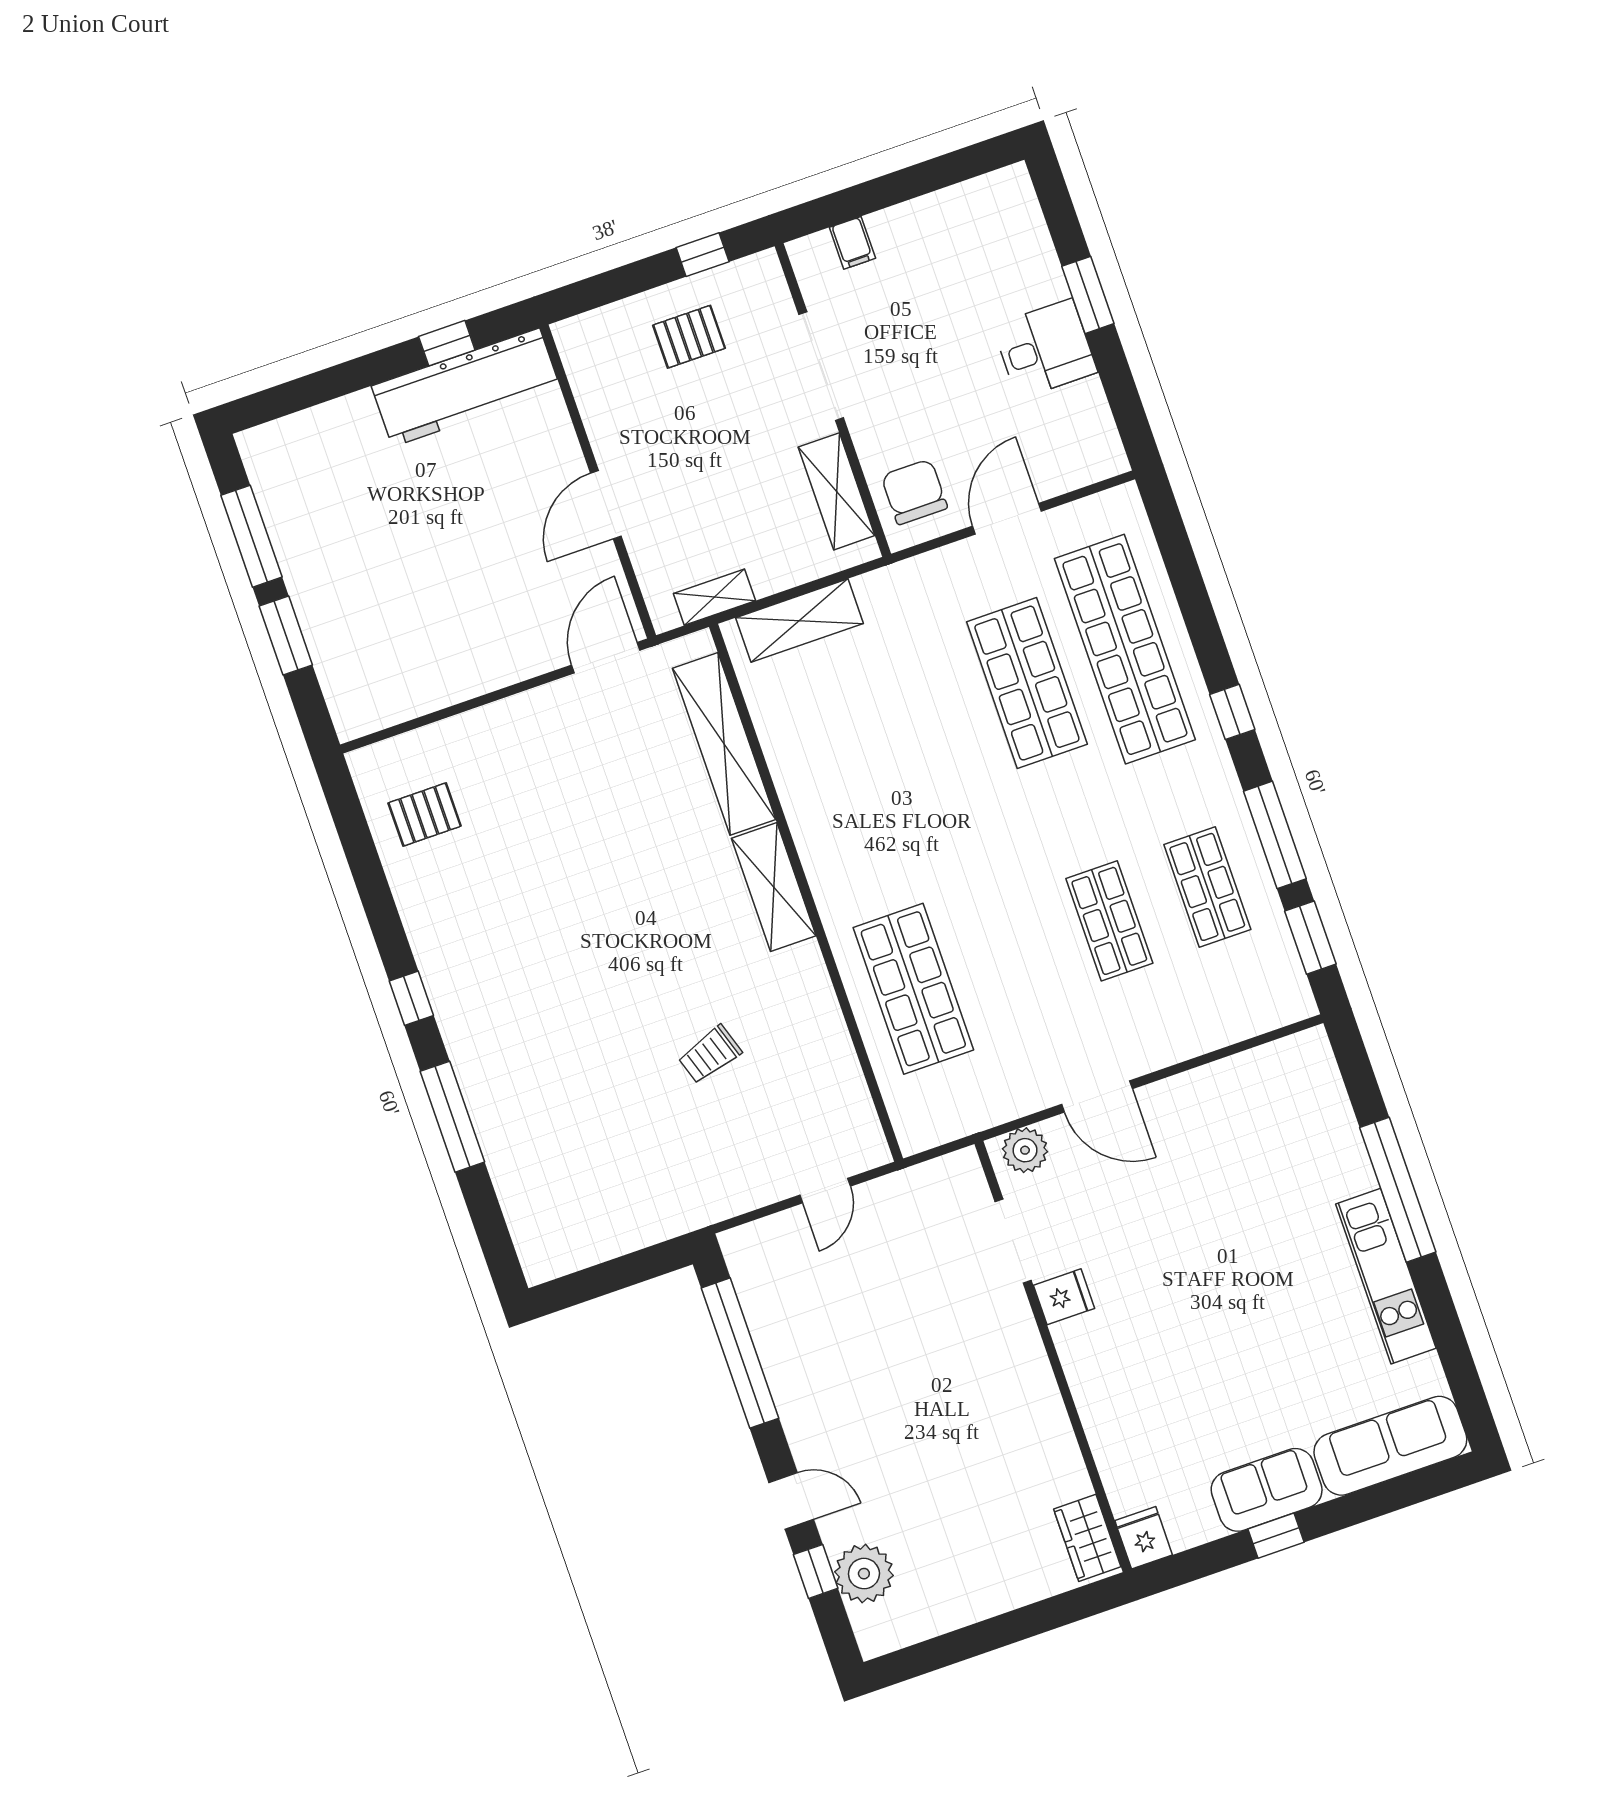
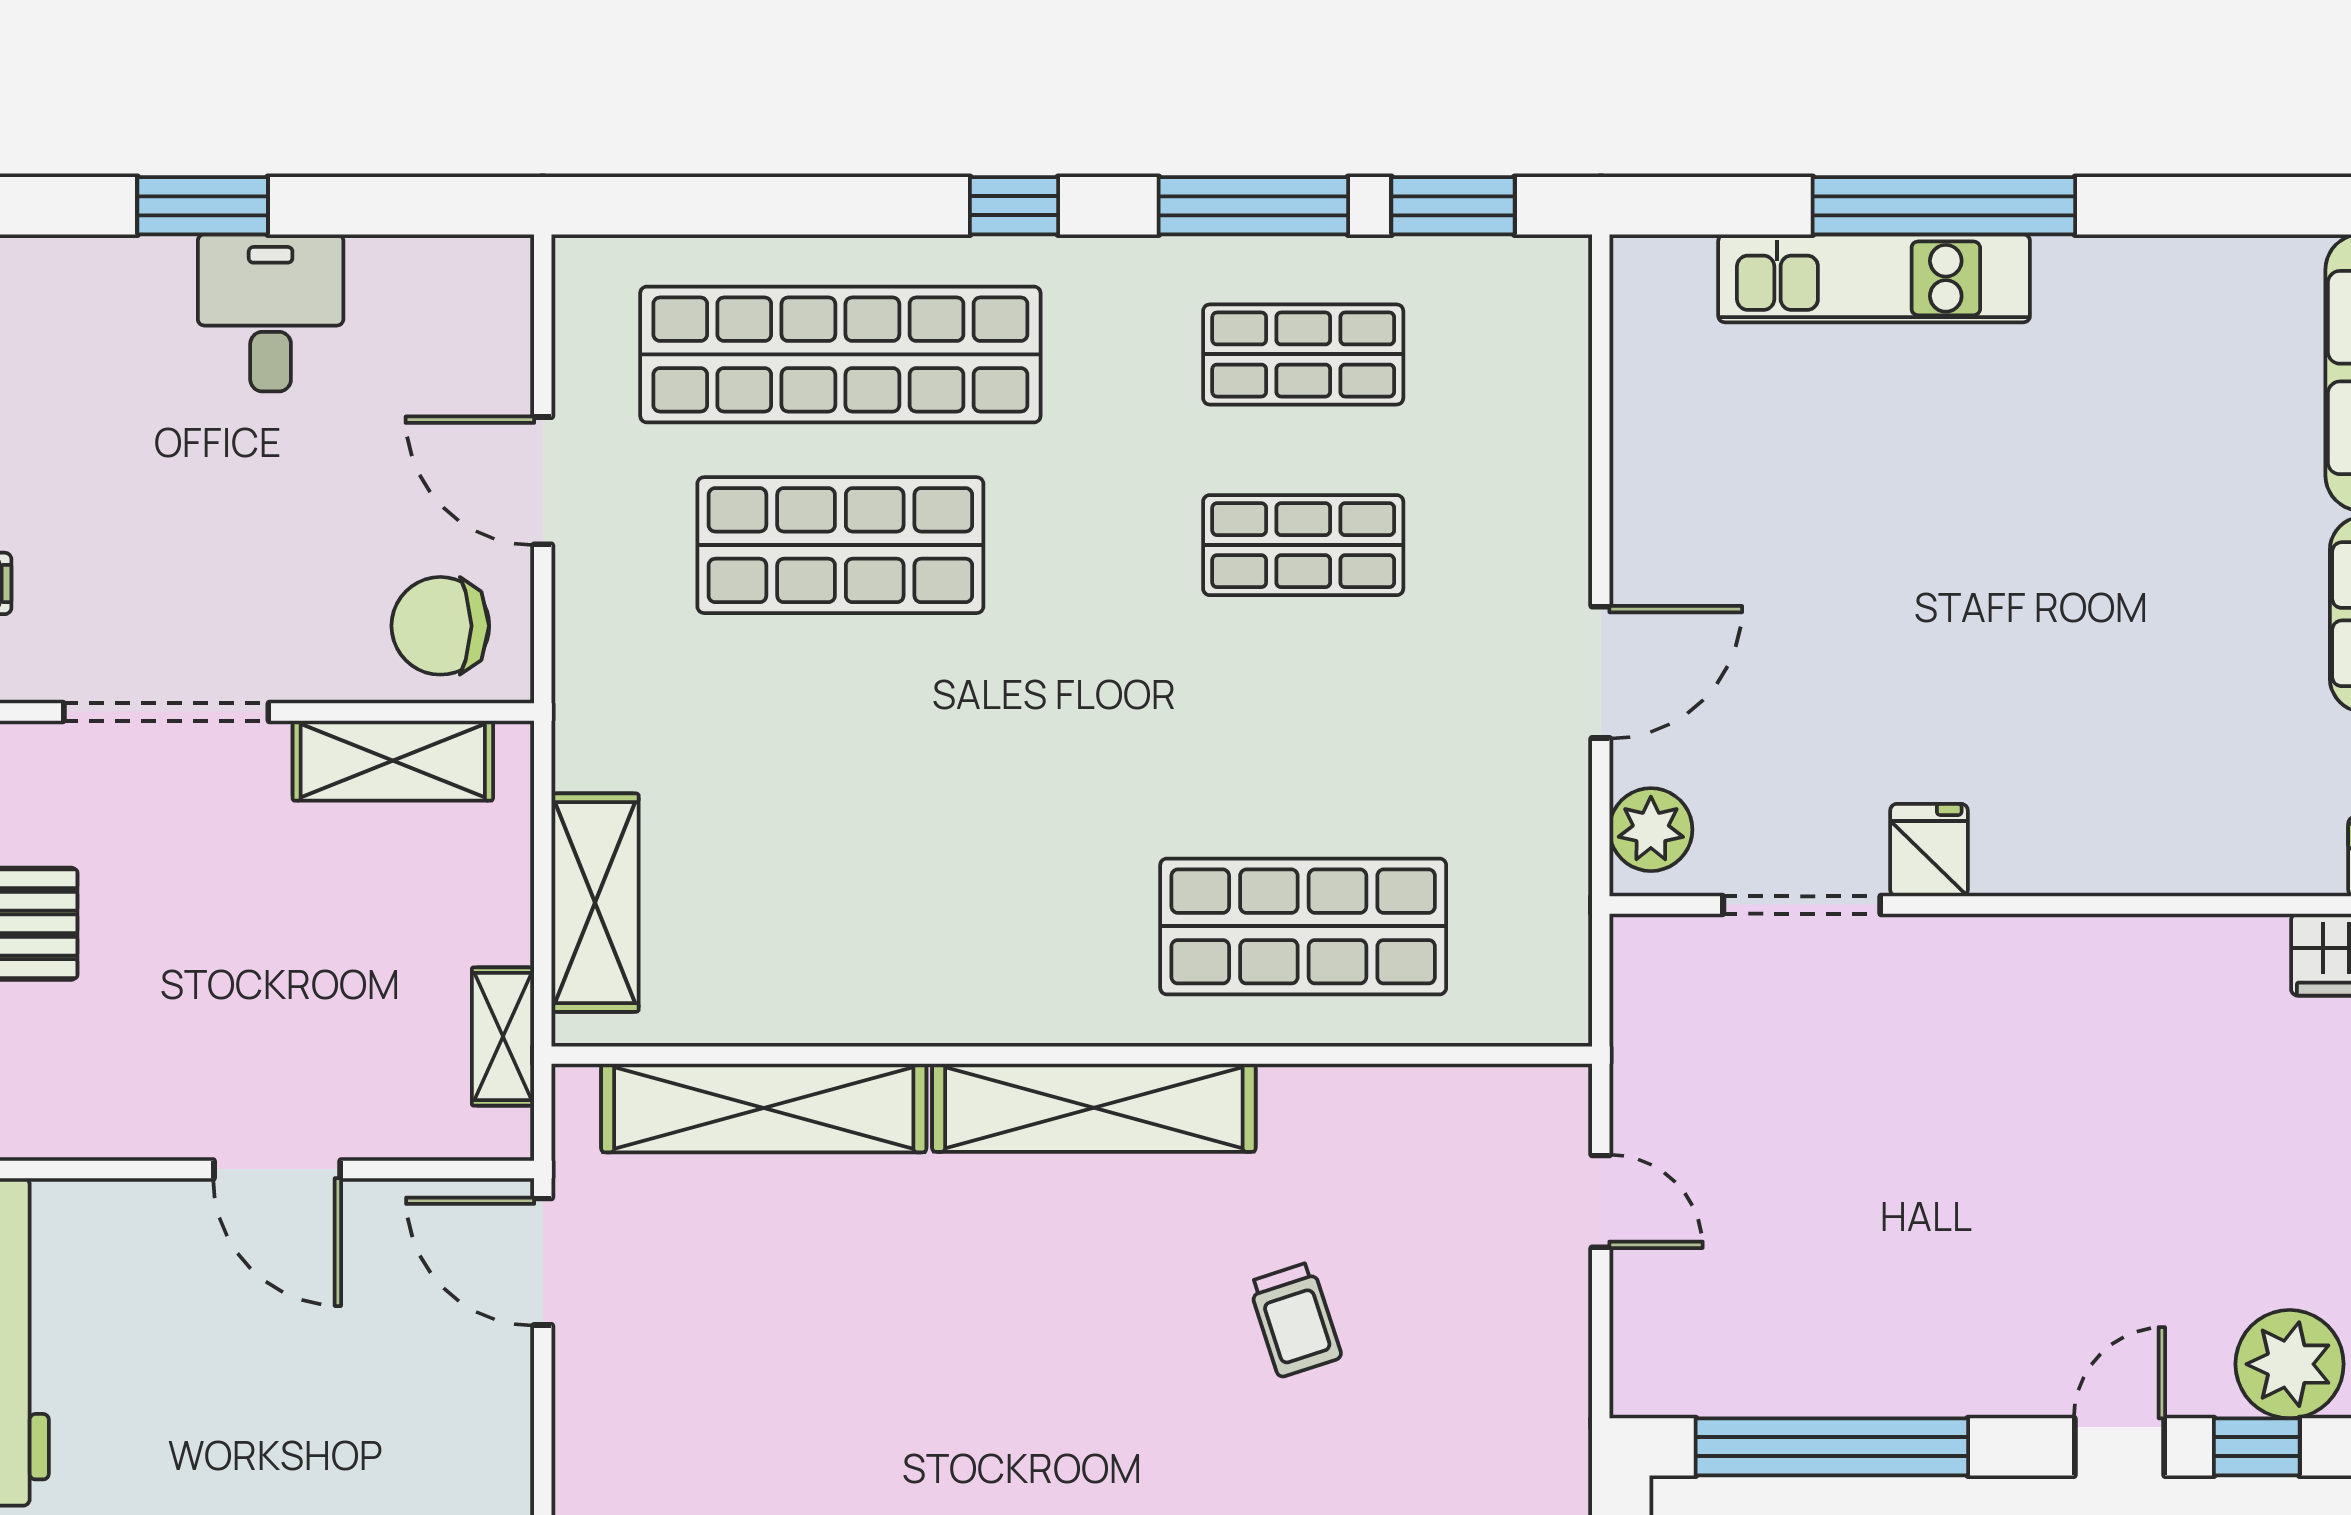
shelving: (774, 887) -> (1094, 1108), width x1.47
kitchen unit: (1386, 1276) -> (1874, 278), moved

